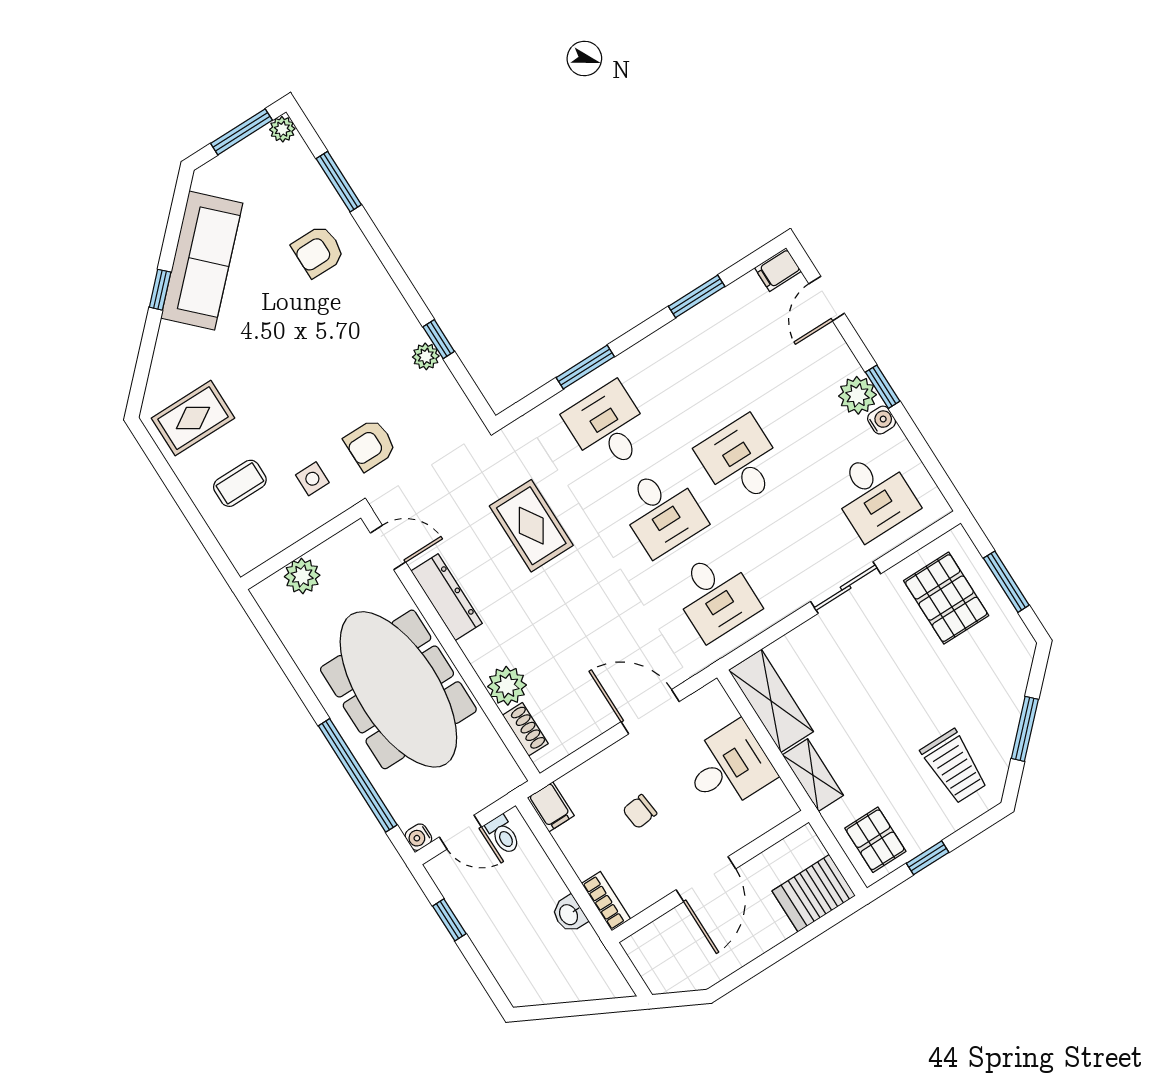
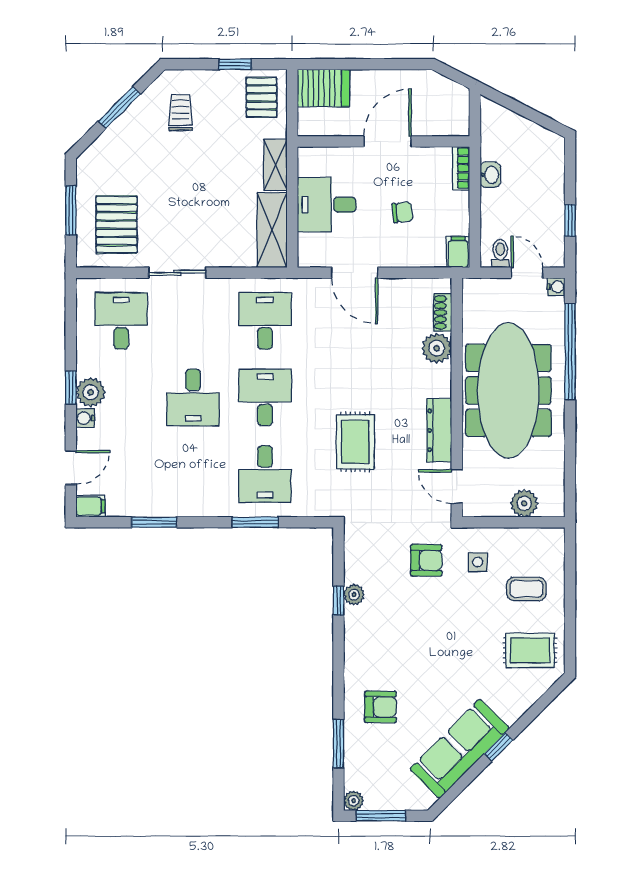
water cooler: (882, 420) -> (85, 418), moved
trolley: (954, 766) -> (180, 112), width x0.73, depth x0.72

